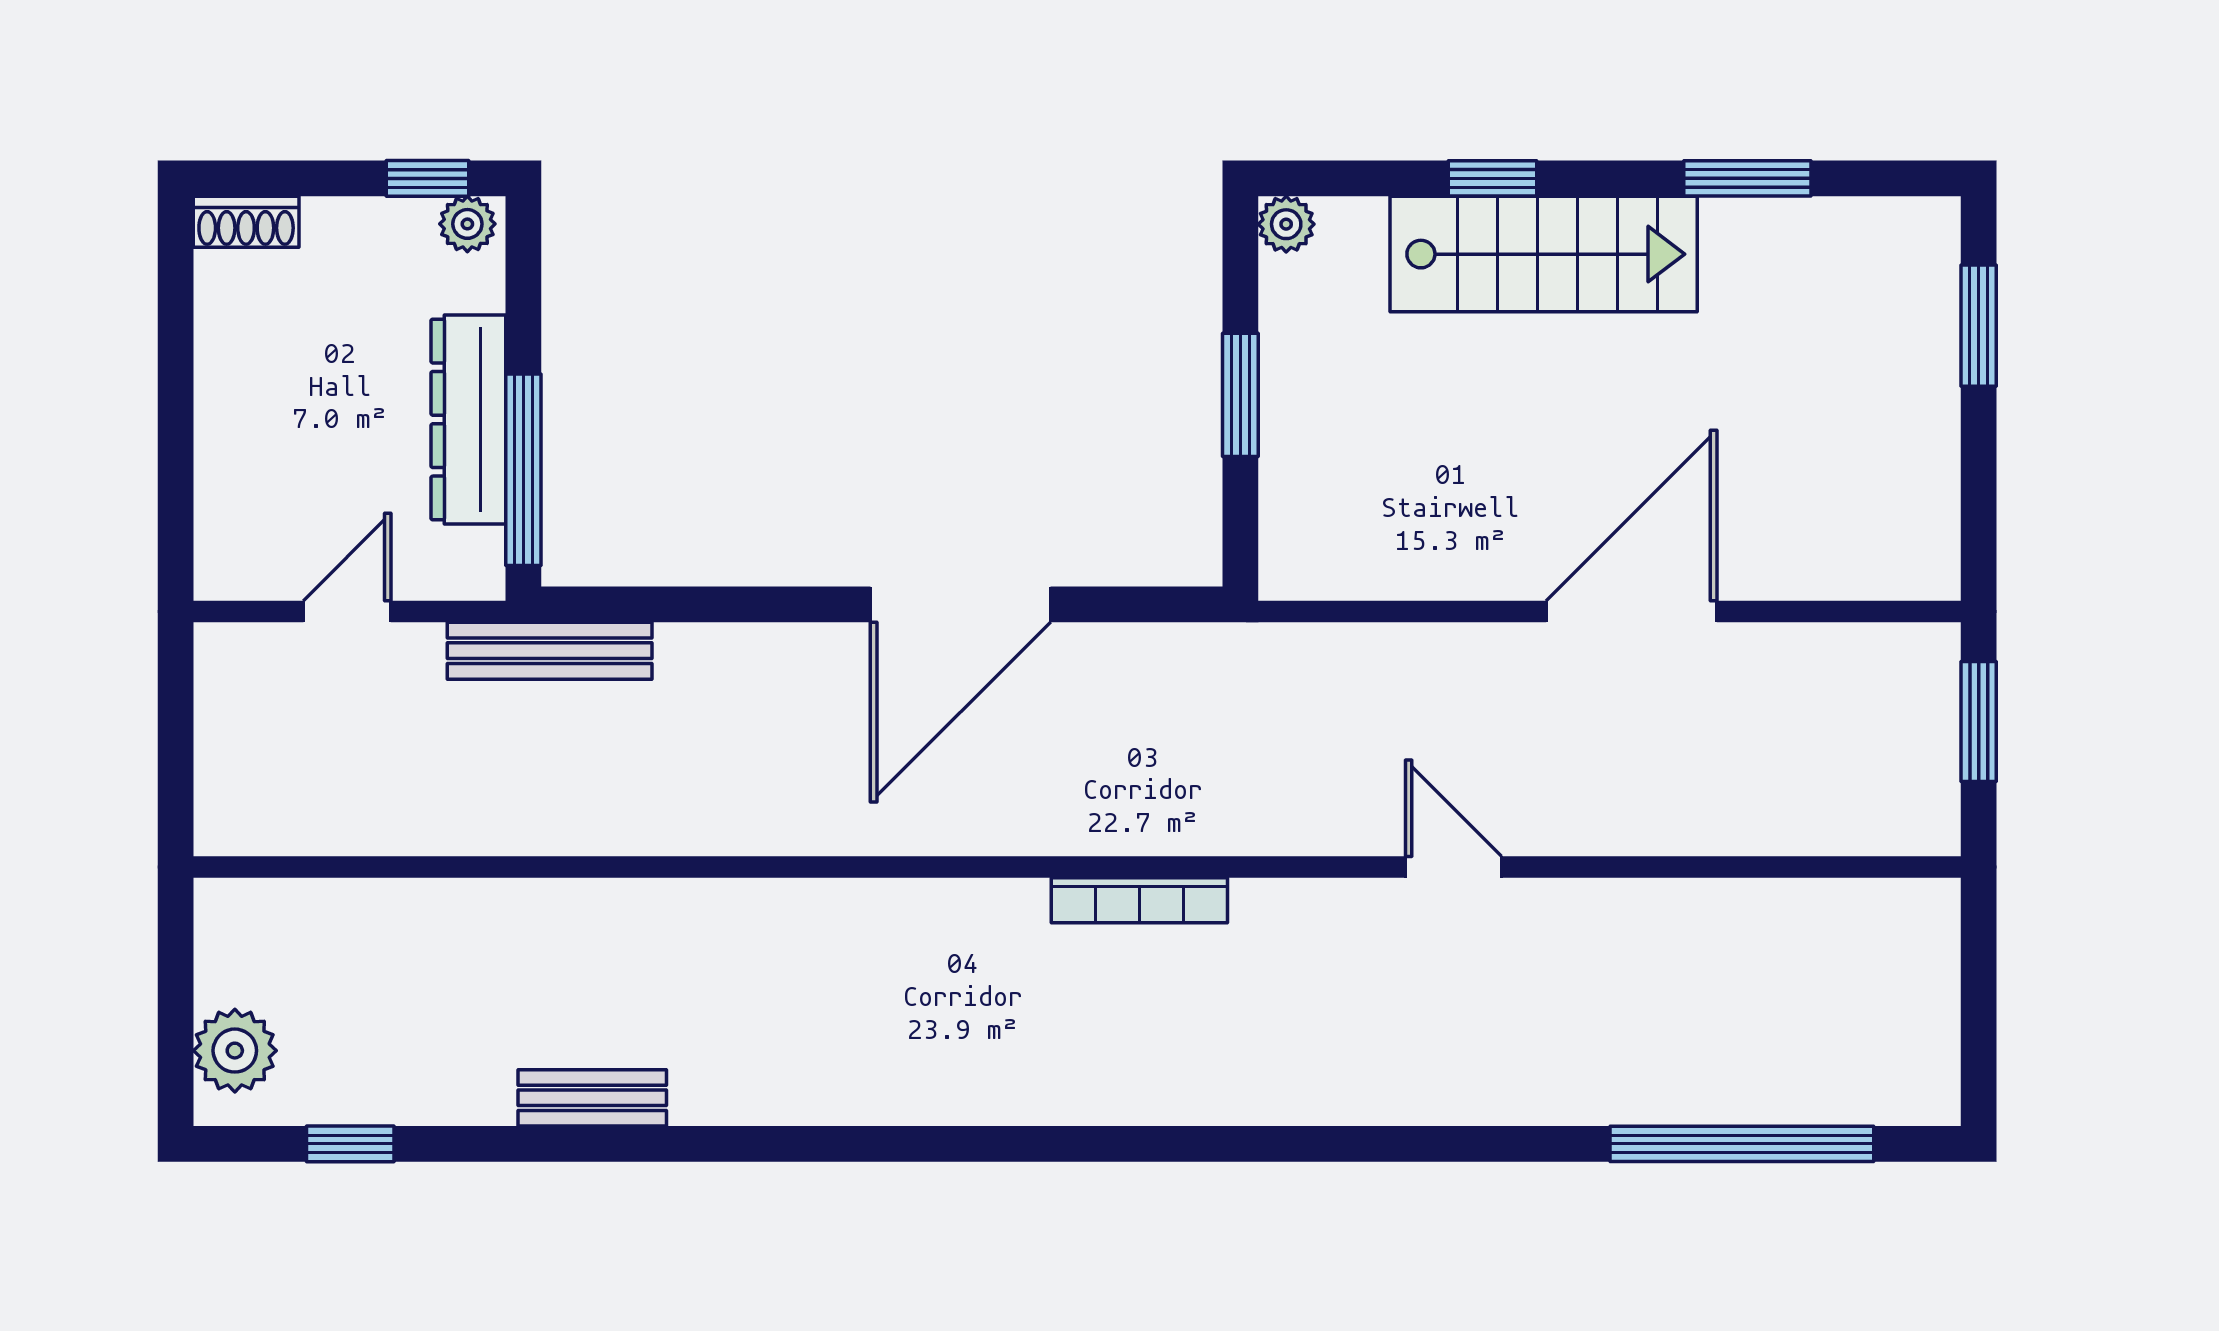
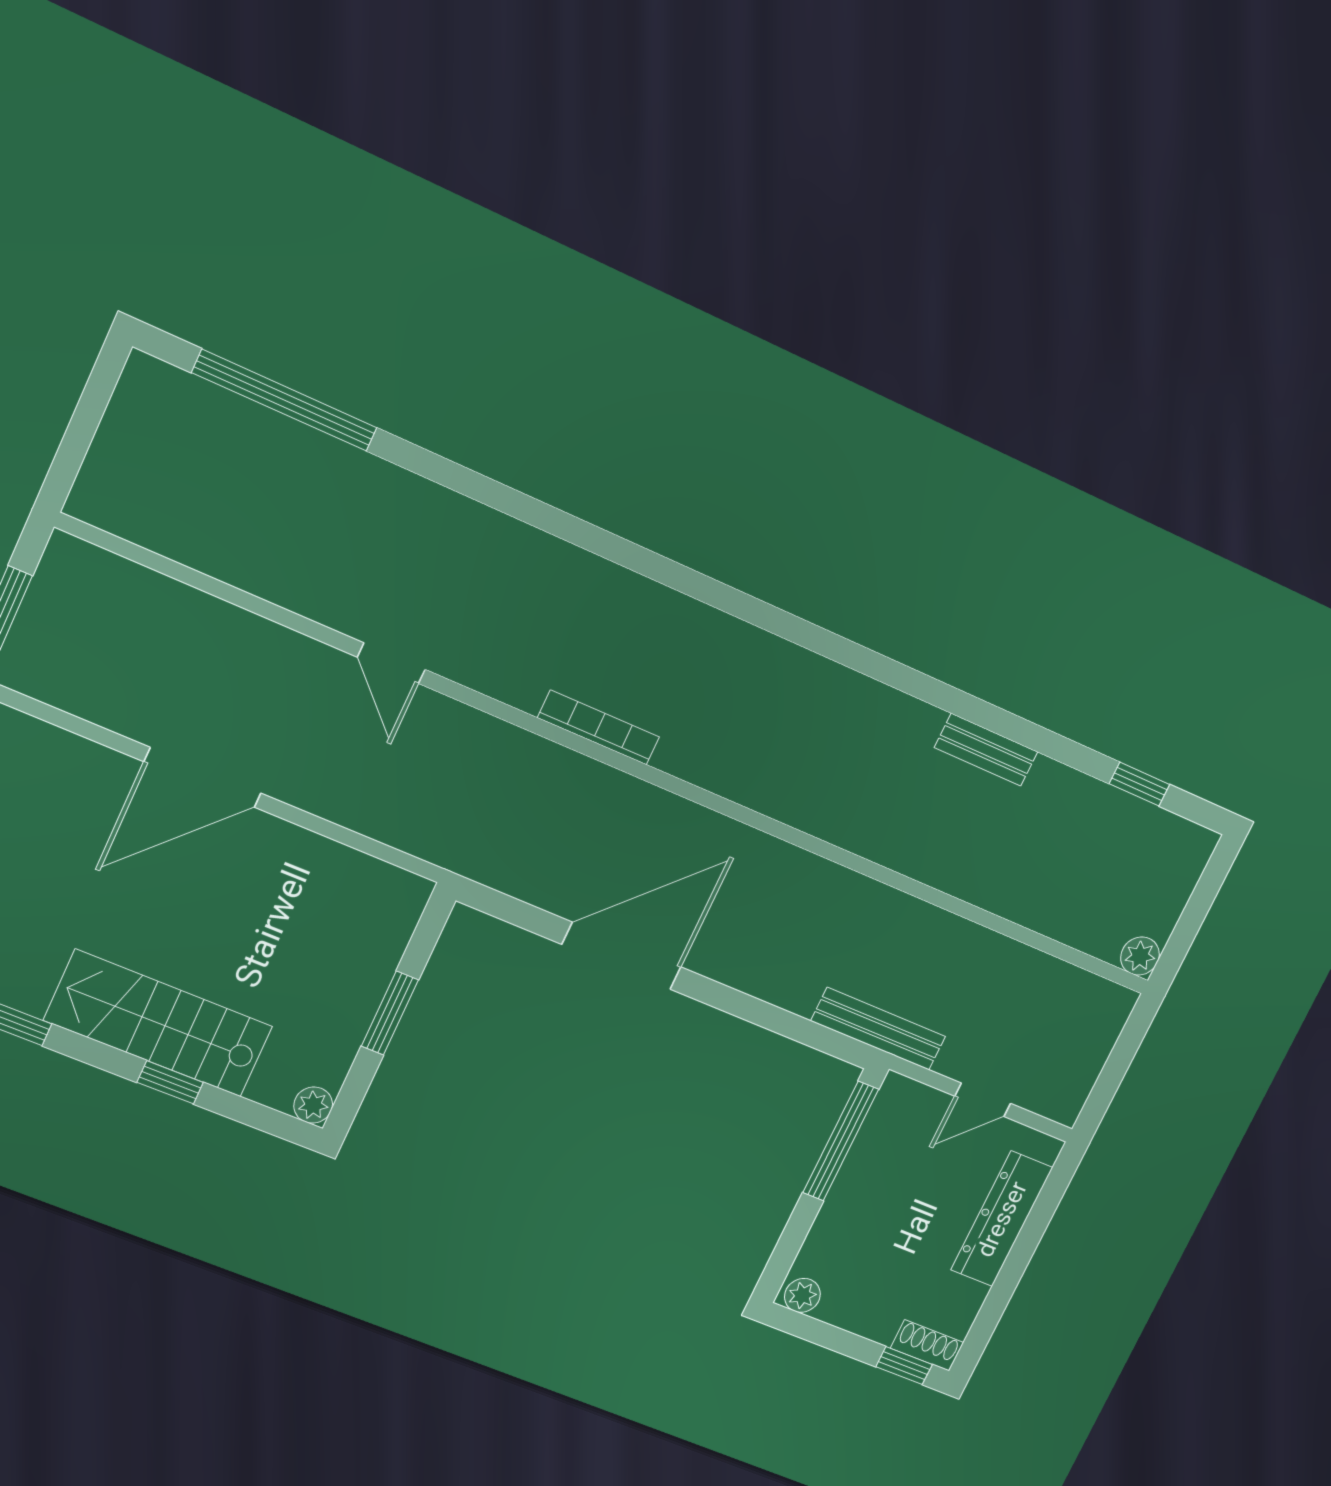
window: (428, 178) -> (904, 1366), moved
dresser: (468, 420) -> (1002, 1219), moved, turned 180
plant: (235, 1051) -> (1140, 956), moved, width x0.73, depth x0.73

